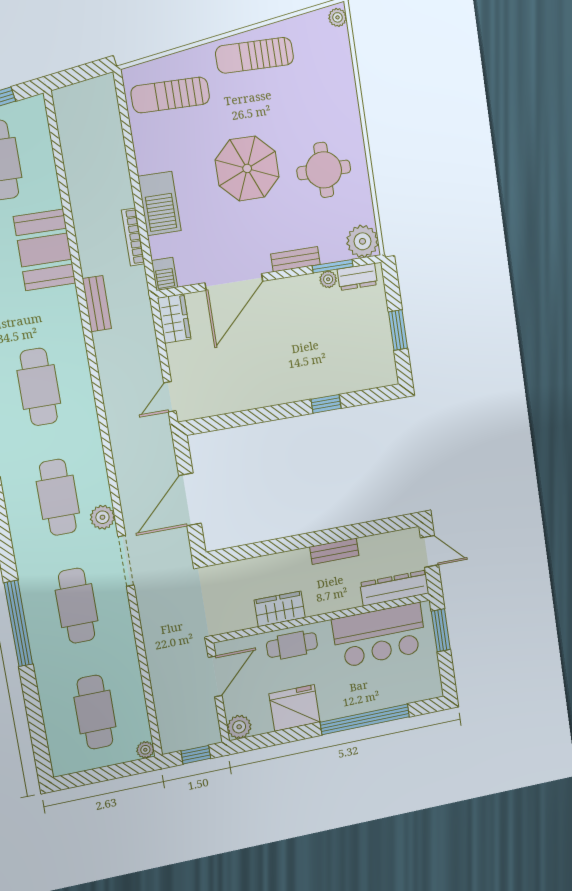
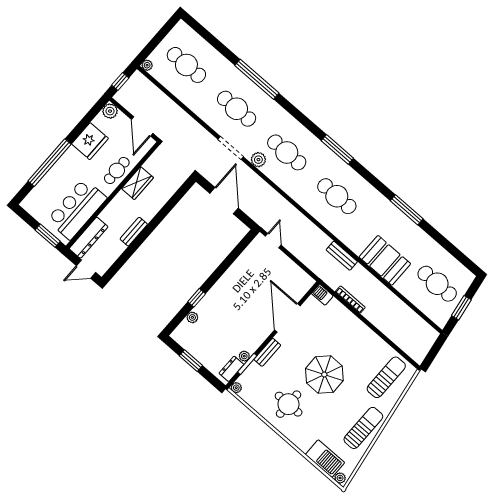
barbecue: (159, 203) -> (325, 459), moved, turned 180
plant: (362, 241) -> (236, 388), width x0.53, depth x0.53
wardrobe: (174, 318) -> (301, 278), removed
plant: (352, 383) -> (192, 317), added

